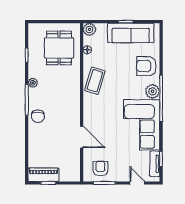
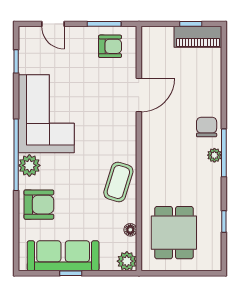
plant: (33, 83) -> (214, 155), moved
door: (82, 137) -> (139, 95), swing flipped
tv unit: (155, 164) -> (26, 53), removed
armchair: (100, 168) -> (110, 46), turned -90

